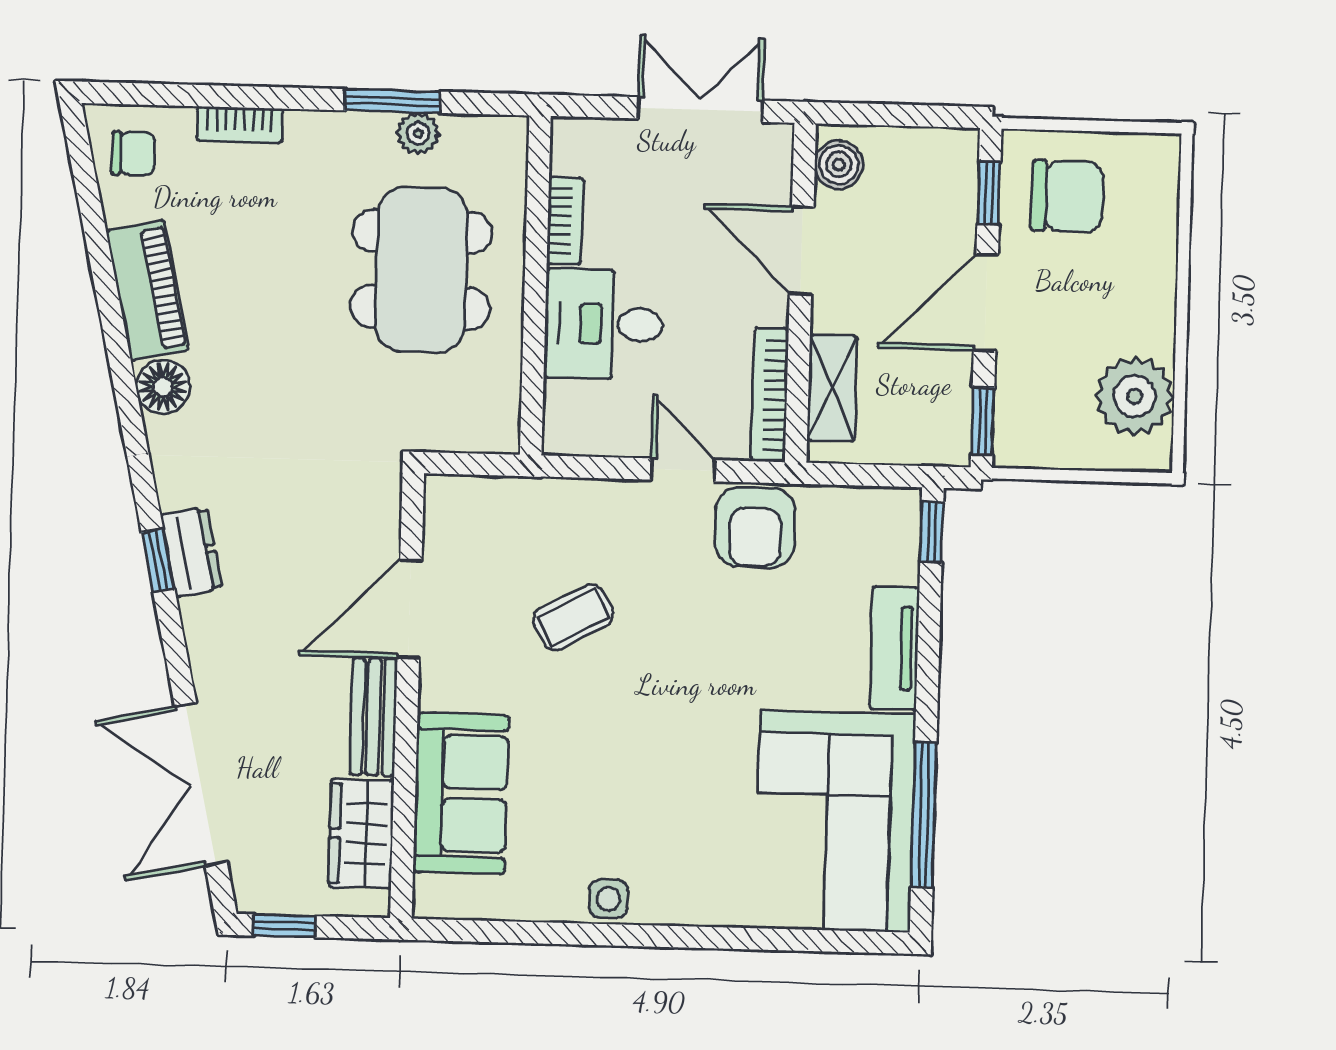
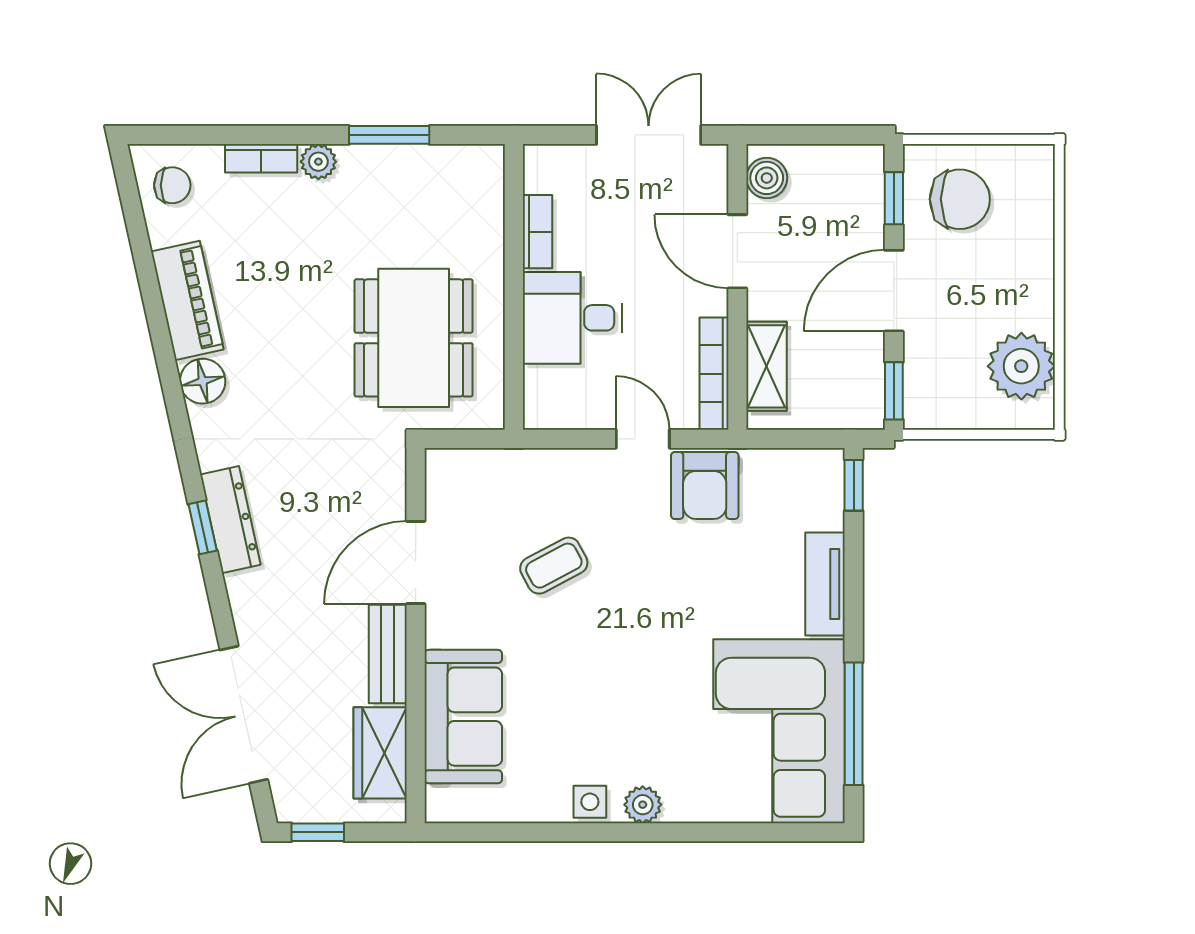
plant: (418, 133) -> (318, 162), moved
dining table: (421, 270) -> (414, 338), moved
dresser: (191, 552) -> (230, 520), width x1.44
plant: (671, 904) -> (643, 805), added

